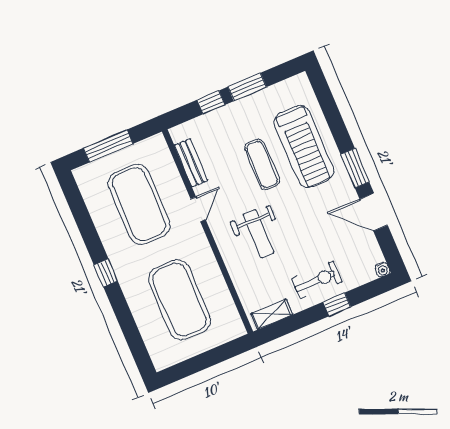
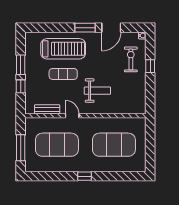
exercise bike: (317, 280) -> (131, 59), moved
shelving: (272, 314) -> (141, 101), removed

